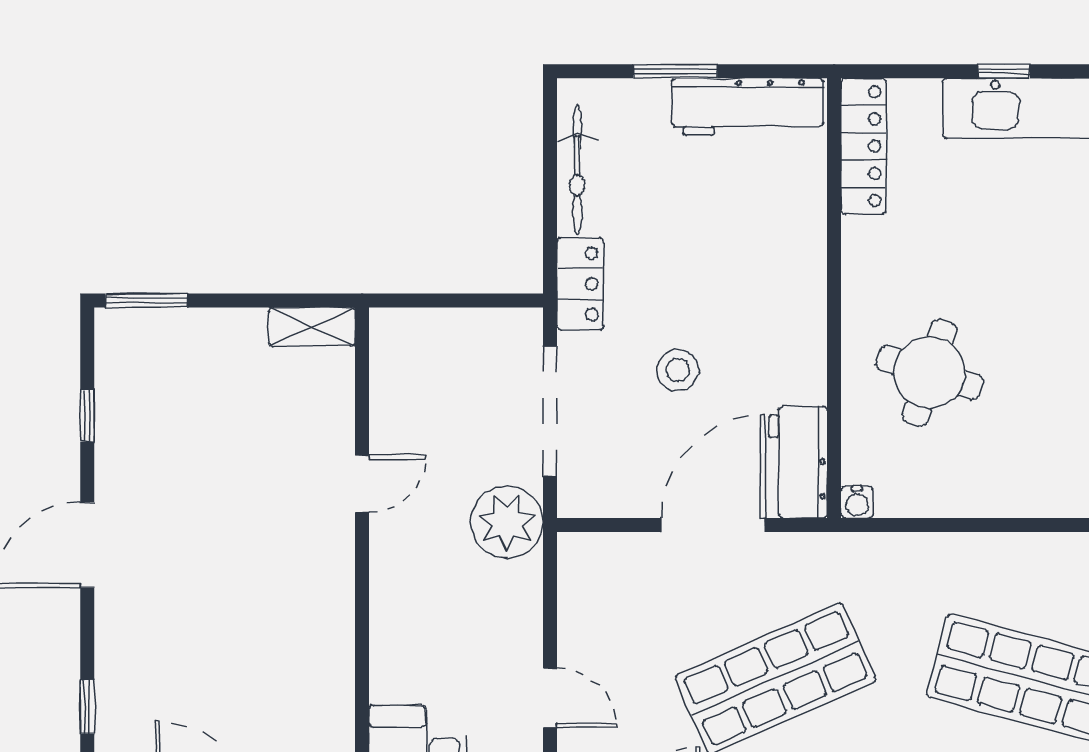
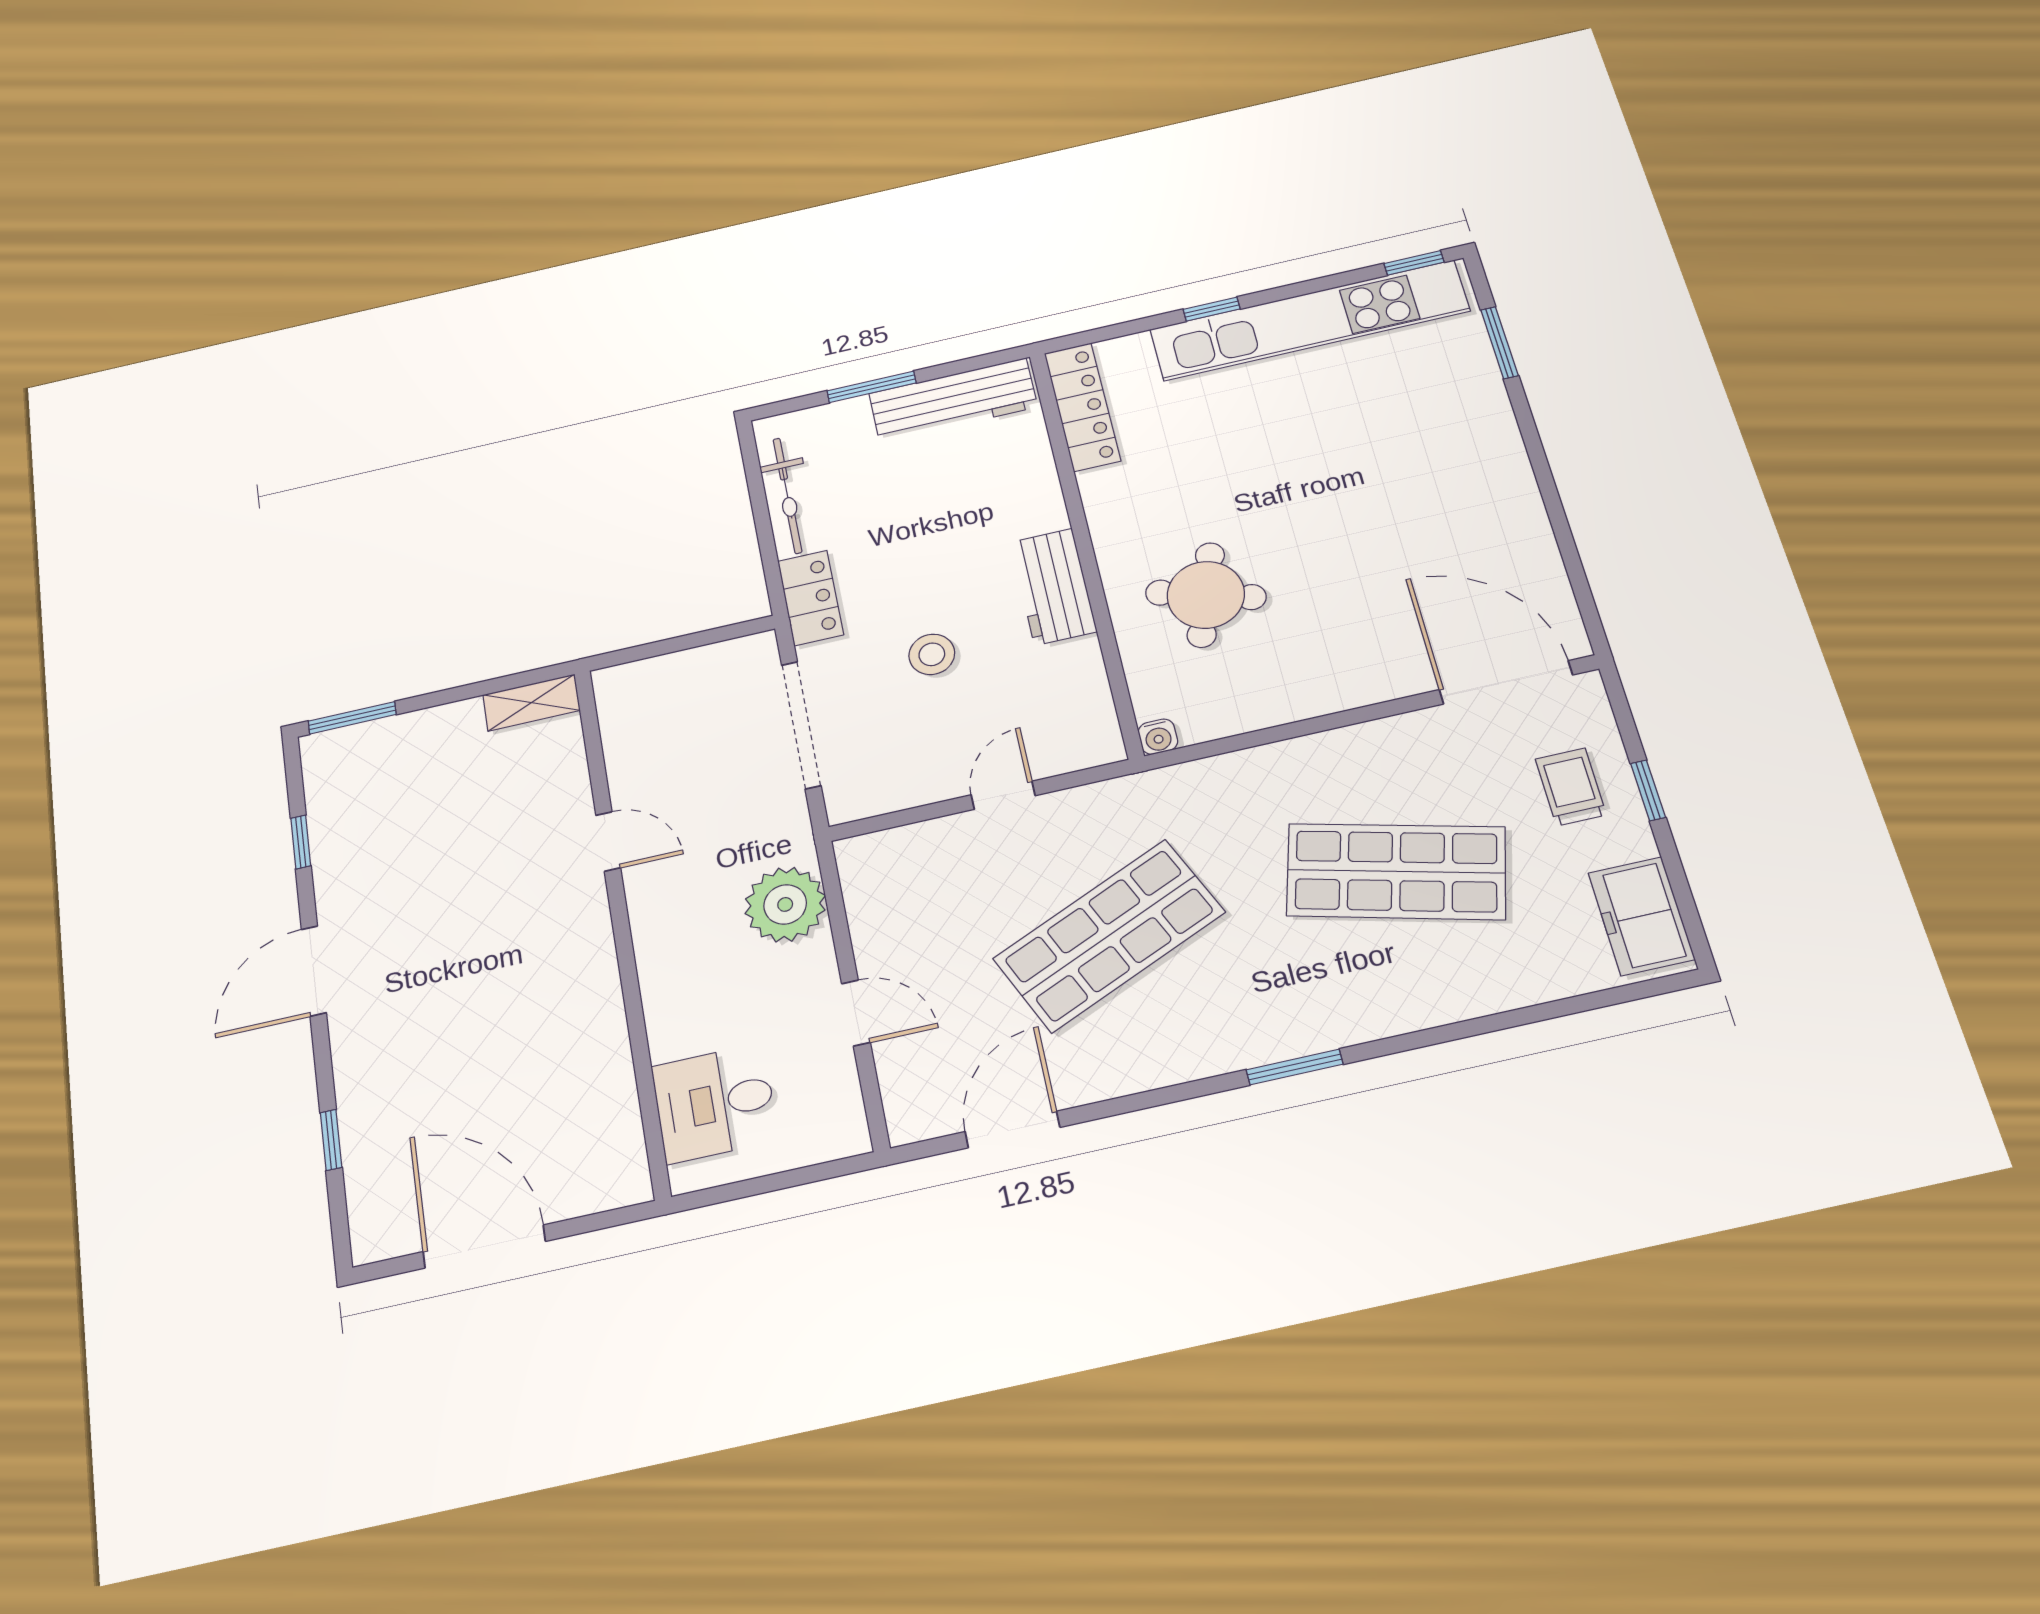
workbench: (798, 462) -> (1053, 587), moved
door: (362, 484) -> (608, 841), hinge flipped
plant: (507, 522) -> (785, 904), moved
door: (713, 525) -> (1003, 795), width x0.53

